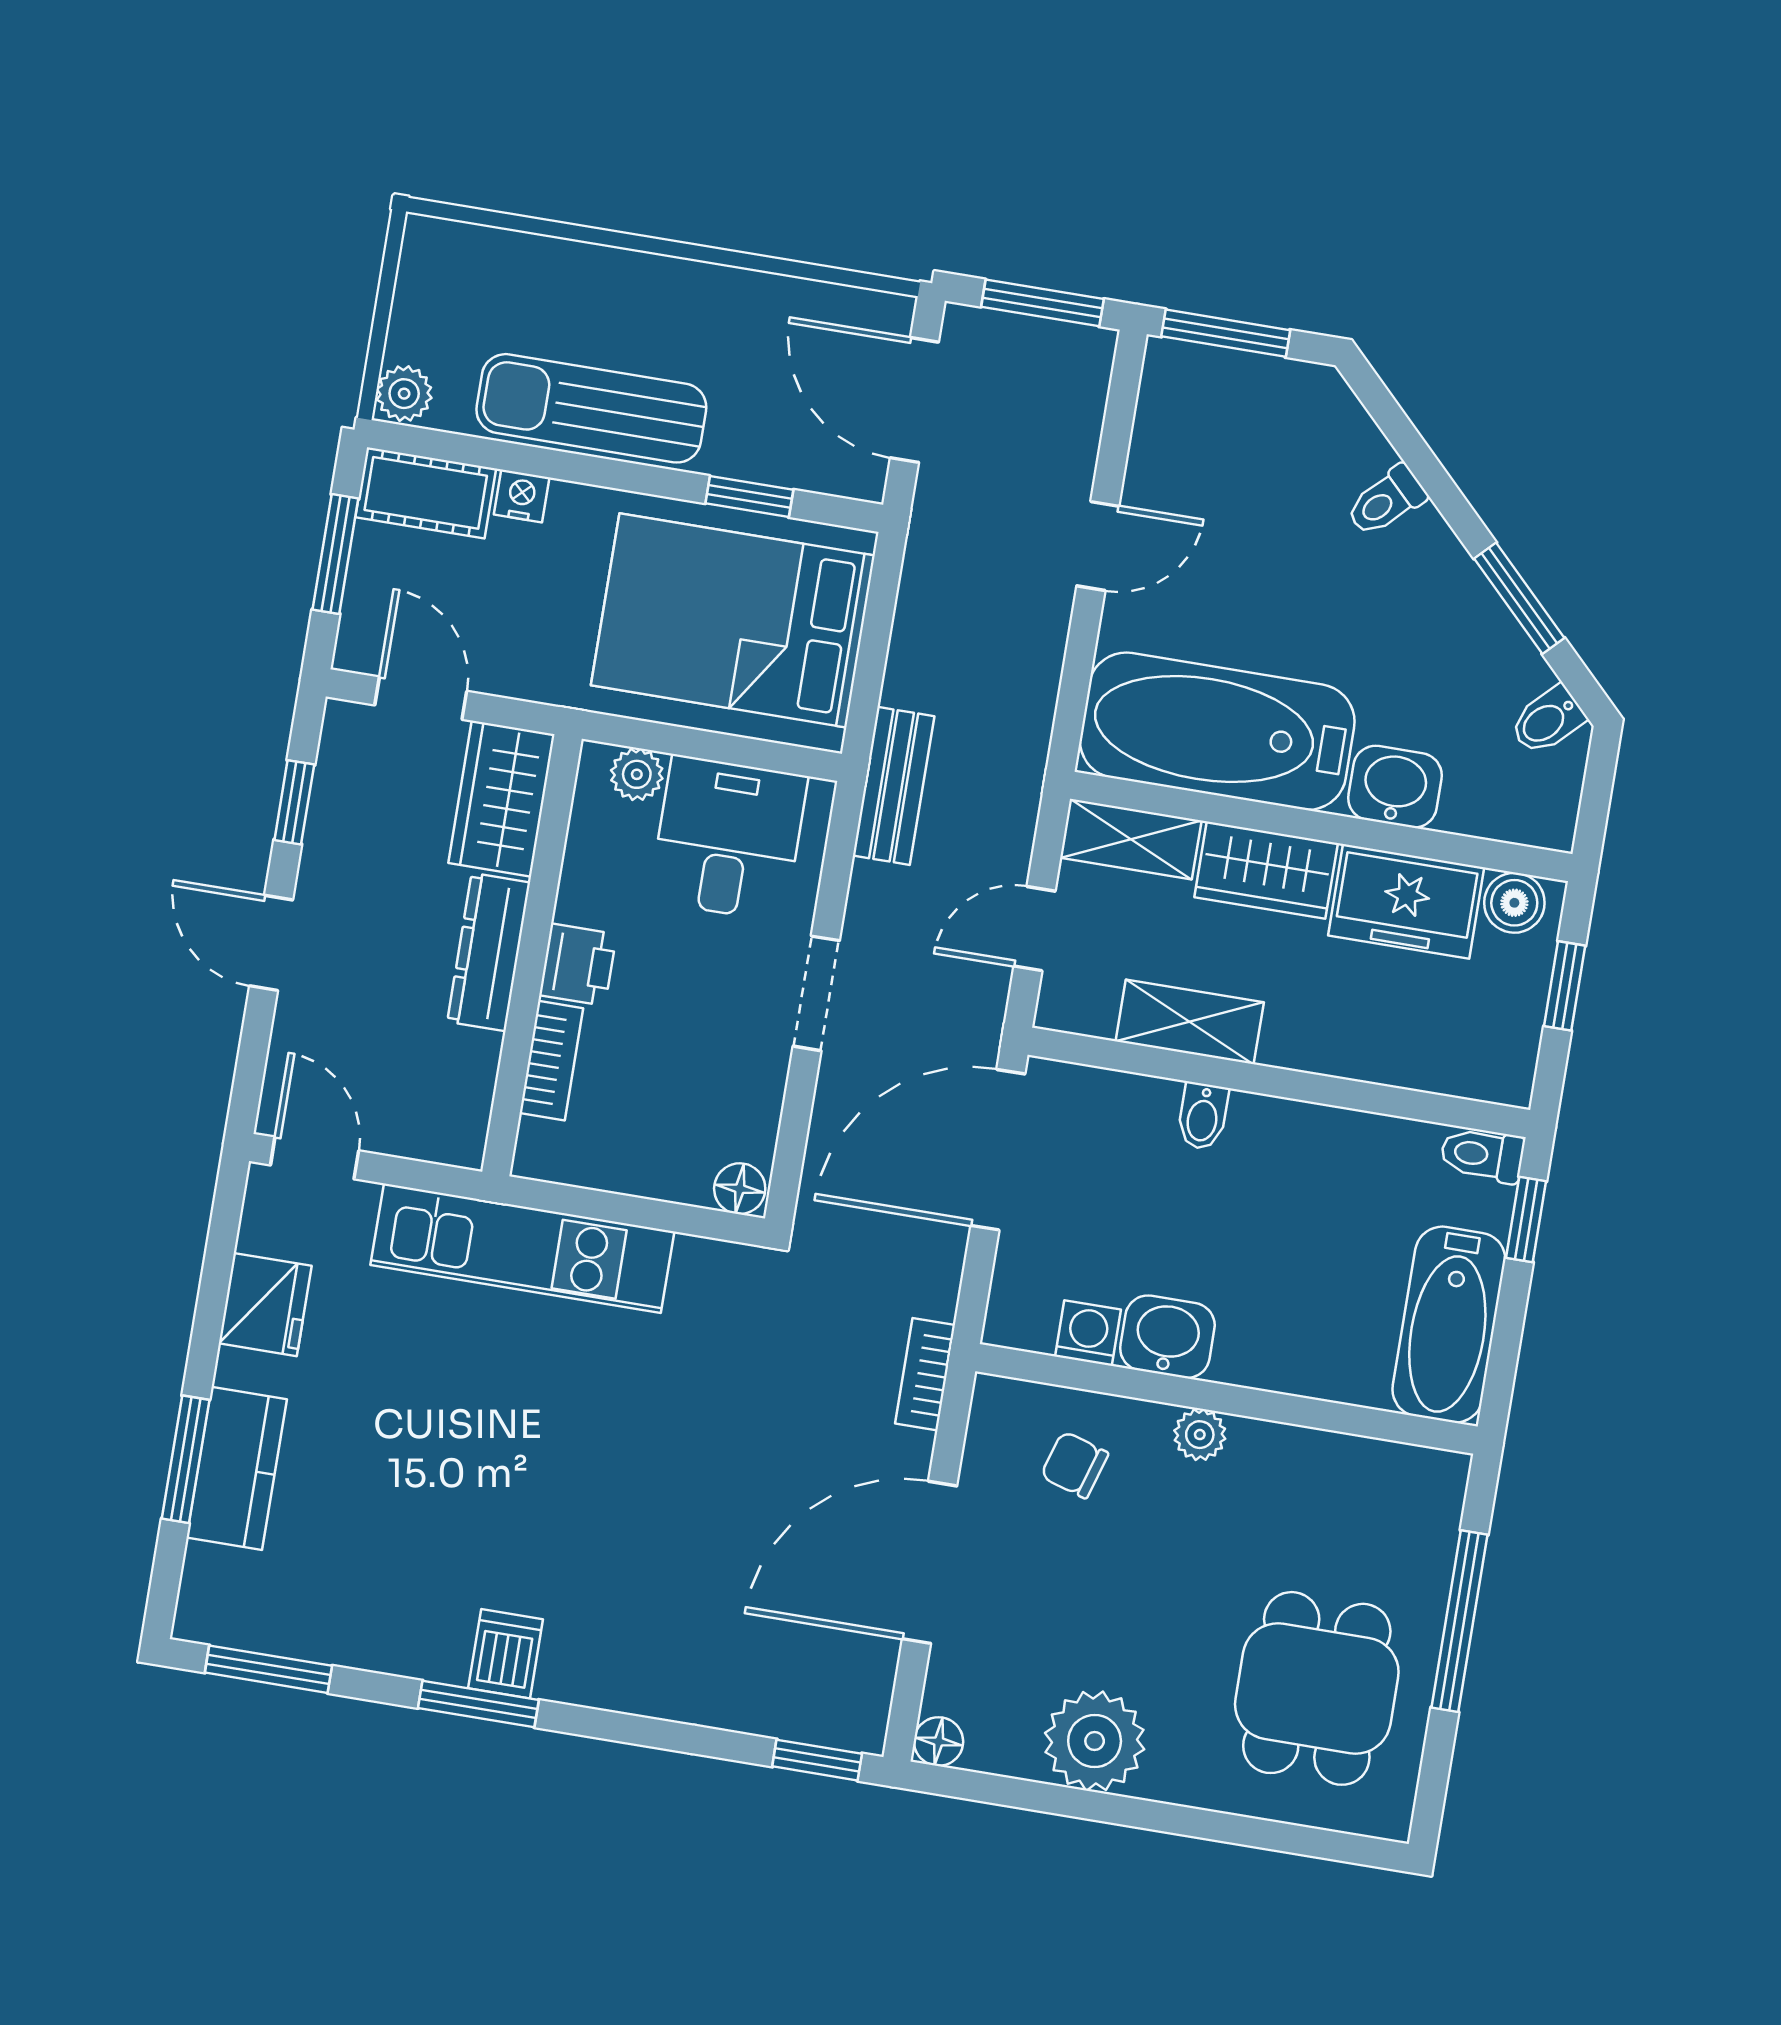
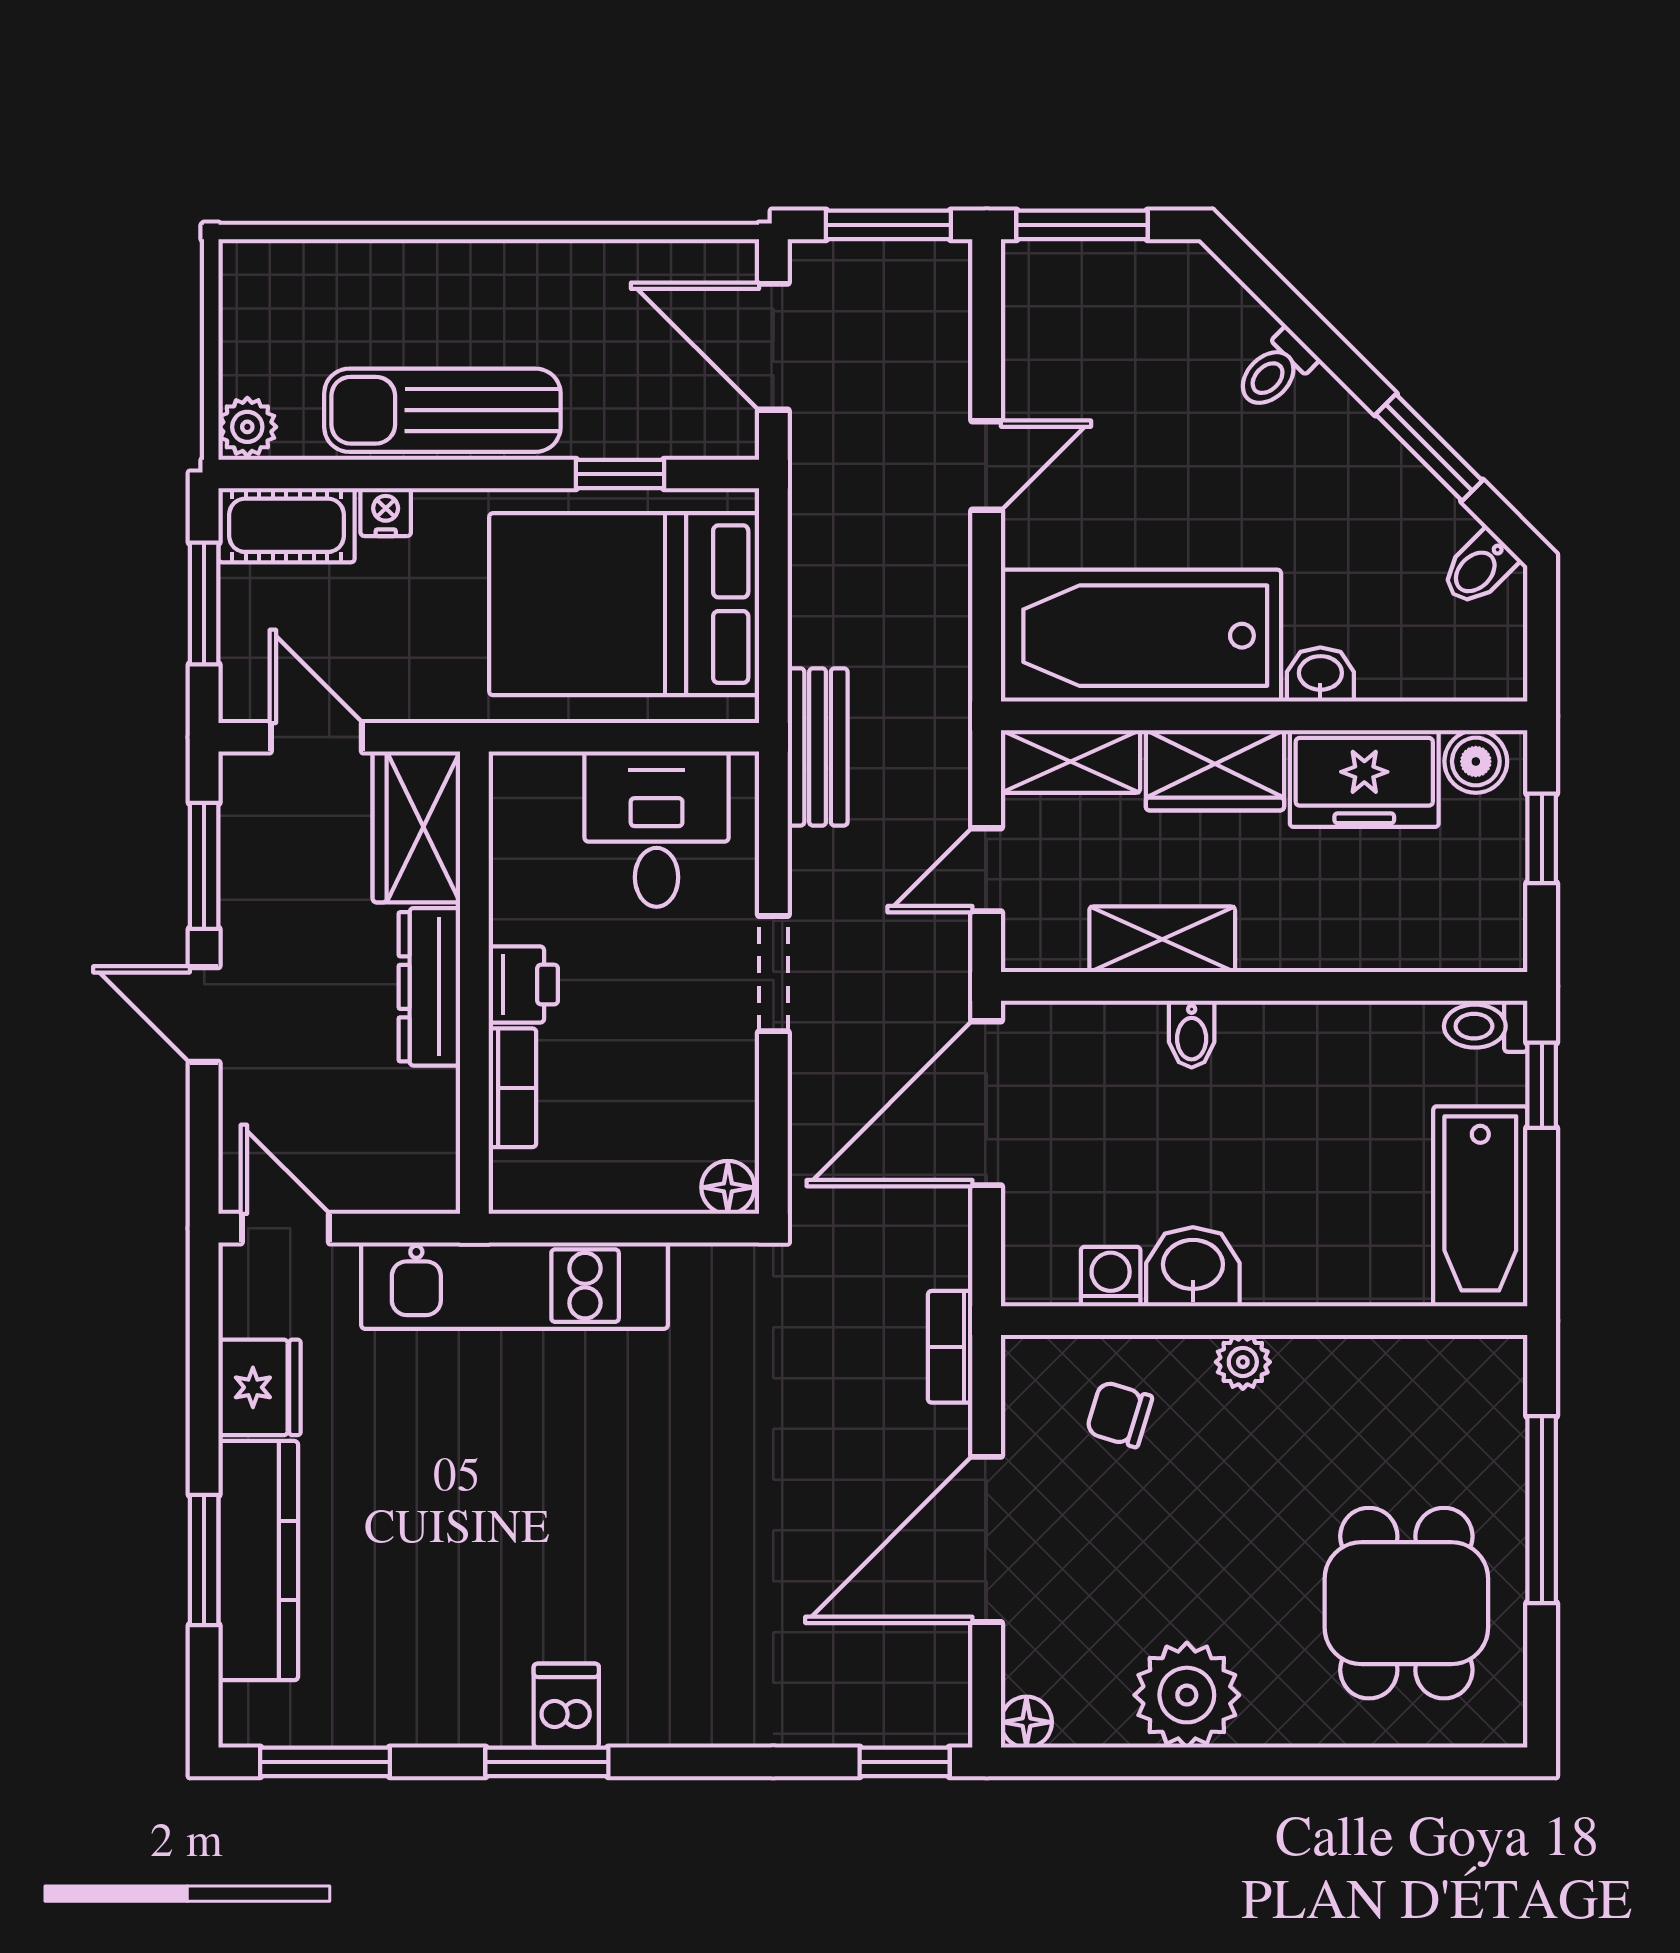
plant: (637, 774) -> (551, 779), removed
washbasin: (1395, 787) -> (1320, 675), width x0.72, depth x0.69
window: (294, 802) -> (204, 866), width x1.50
kitchen counter: (237, 1468) -> (258, 1561), width x1.50

